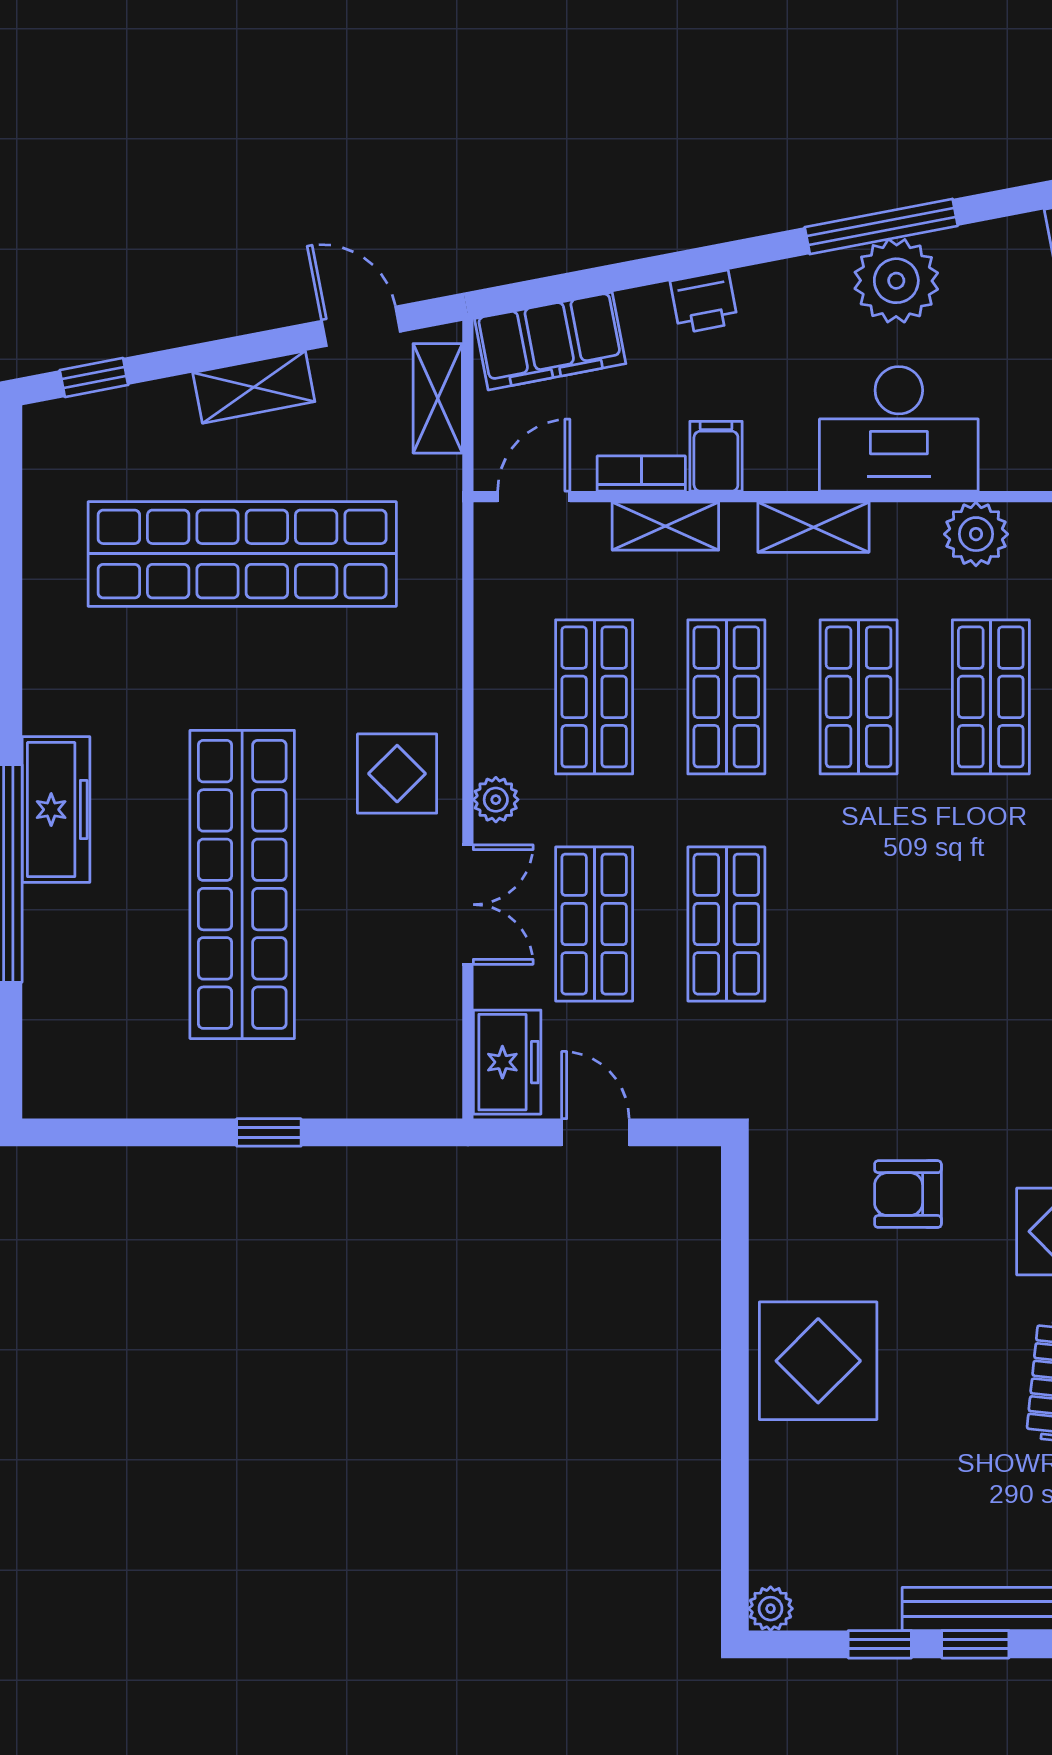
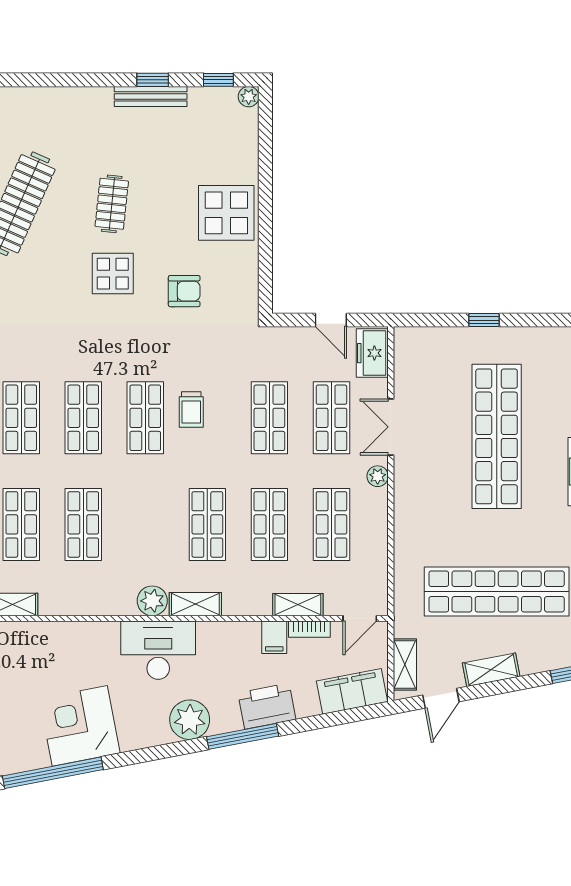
window: (881, 227) -> (243, 736), moved
printer: (704, 302) -> (267, 706), width x1.87, depth x1.48
door: (361, 326) -> (441, 698), hinge flipped
desk: (899, 429) -> (158, 650), moved
shelving: (813, 527) -> (195, 604), moved
shop shelf: (991, 697) -> (145, 418), moved
display table: (397, 774) -> (424, 488), removed
trolley: (893, 942) -> (191, 409), added
window: (880, 1644) -> (218, 80), moved

